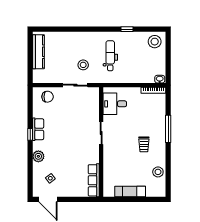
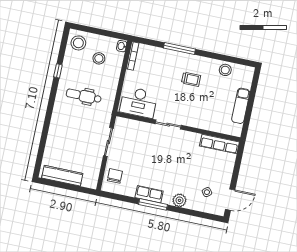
stool: (83, 65) -> (99, 58), moved
desk: (115, 104) -> (139, 102), width x1.37
window: (30, 134) -> (153, 204), width x2.17

